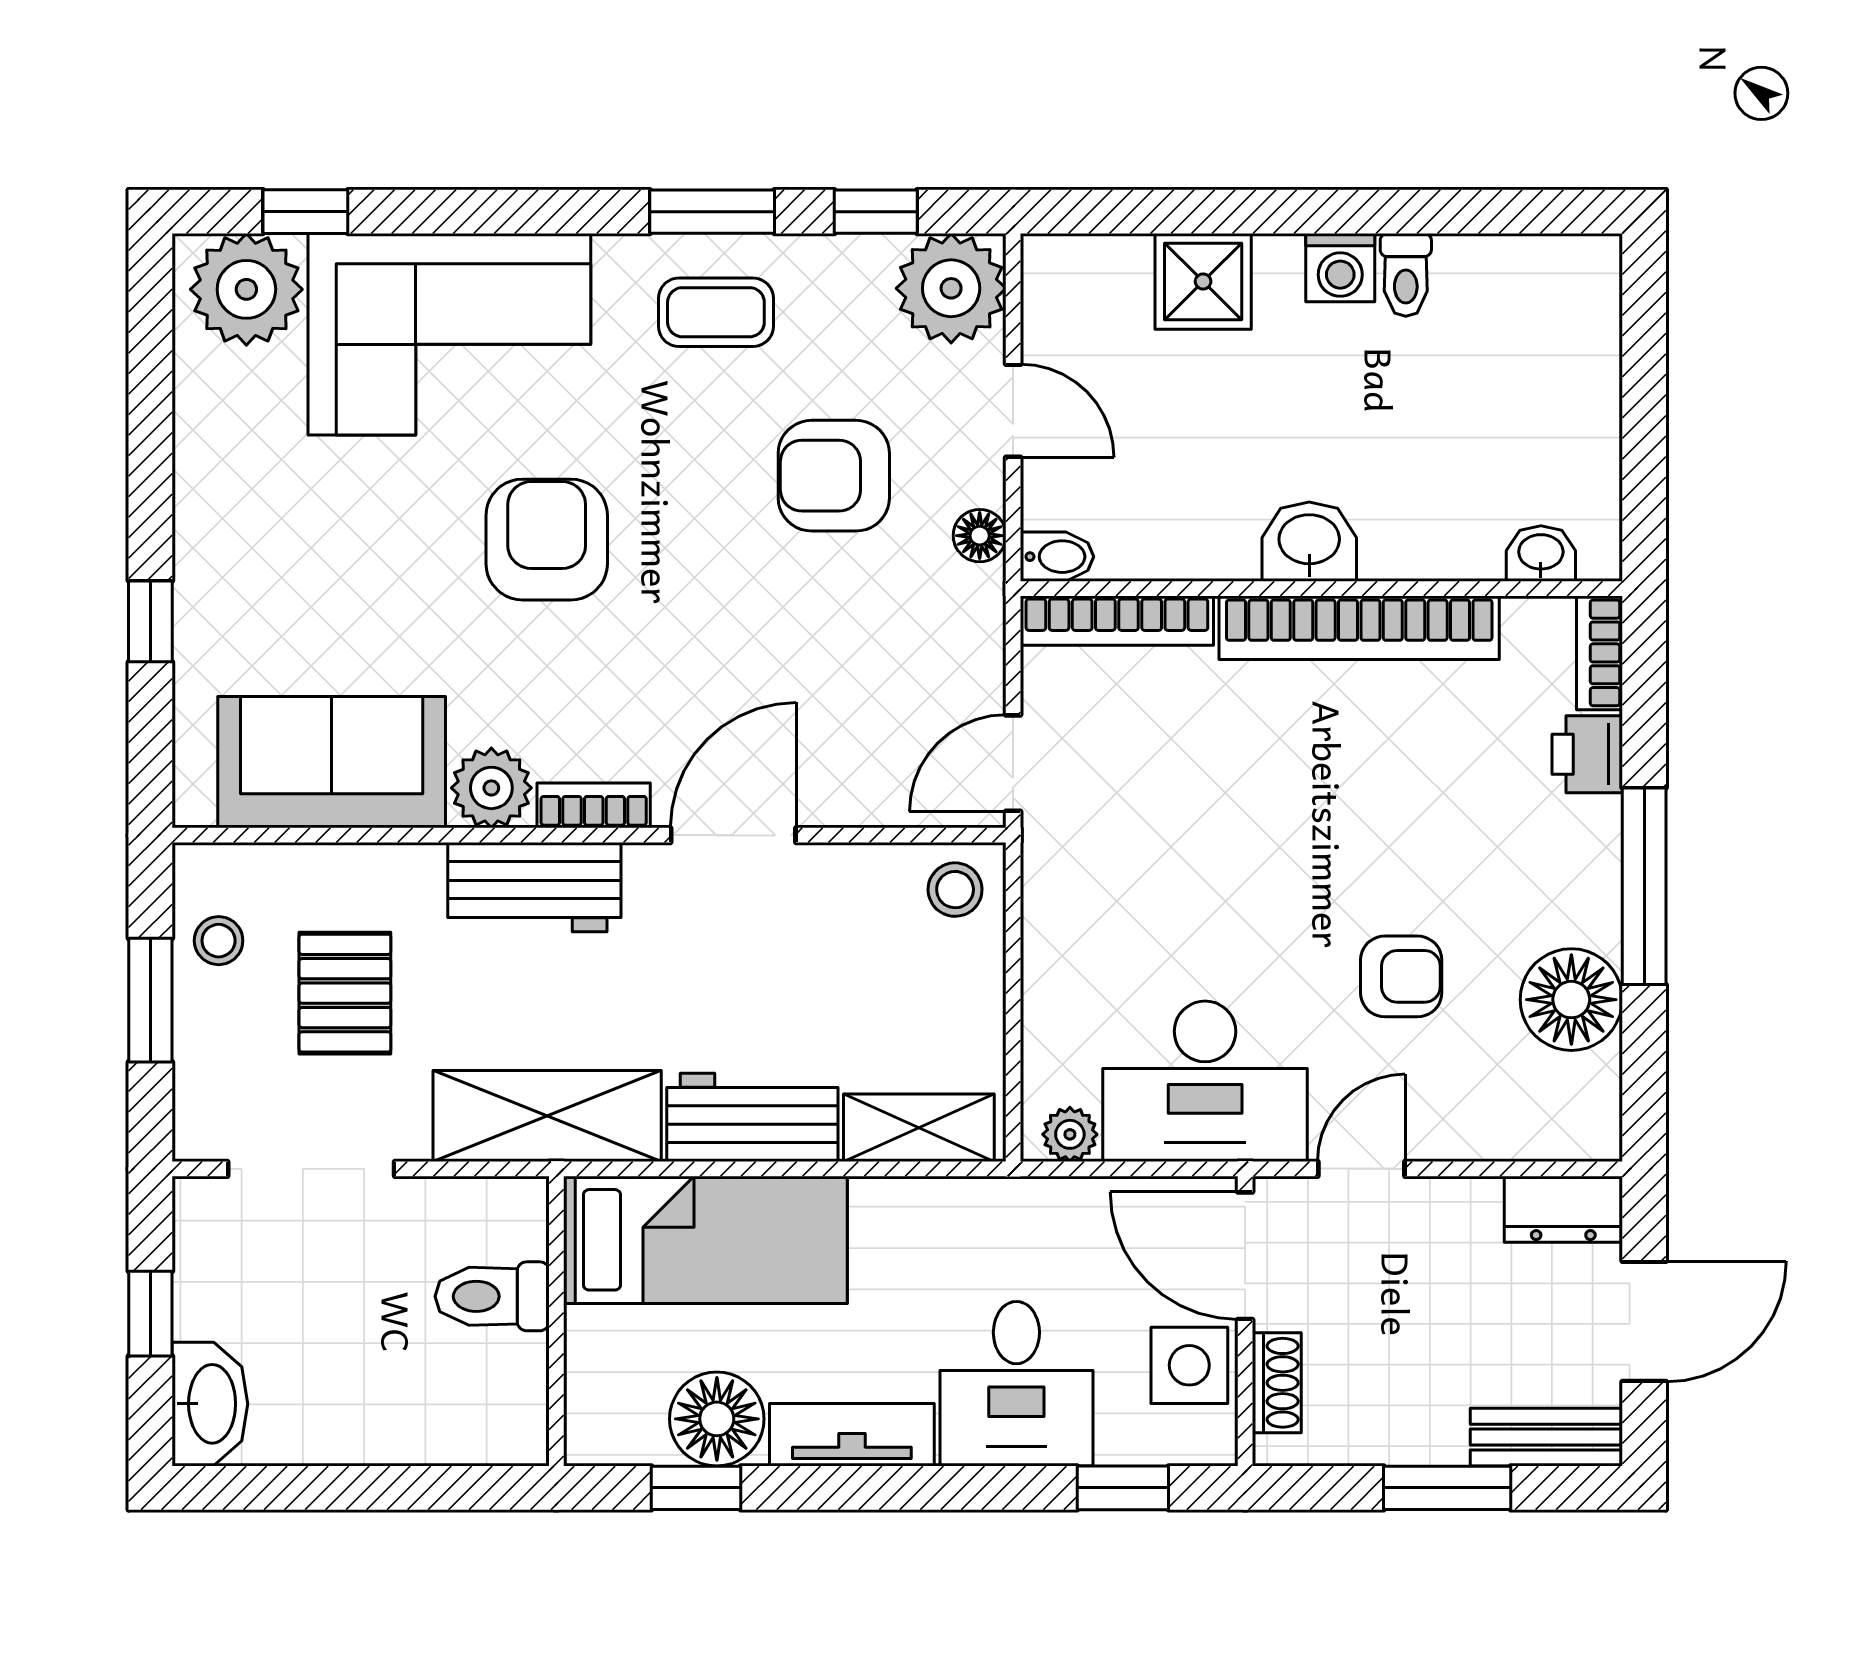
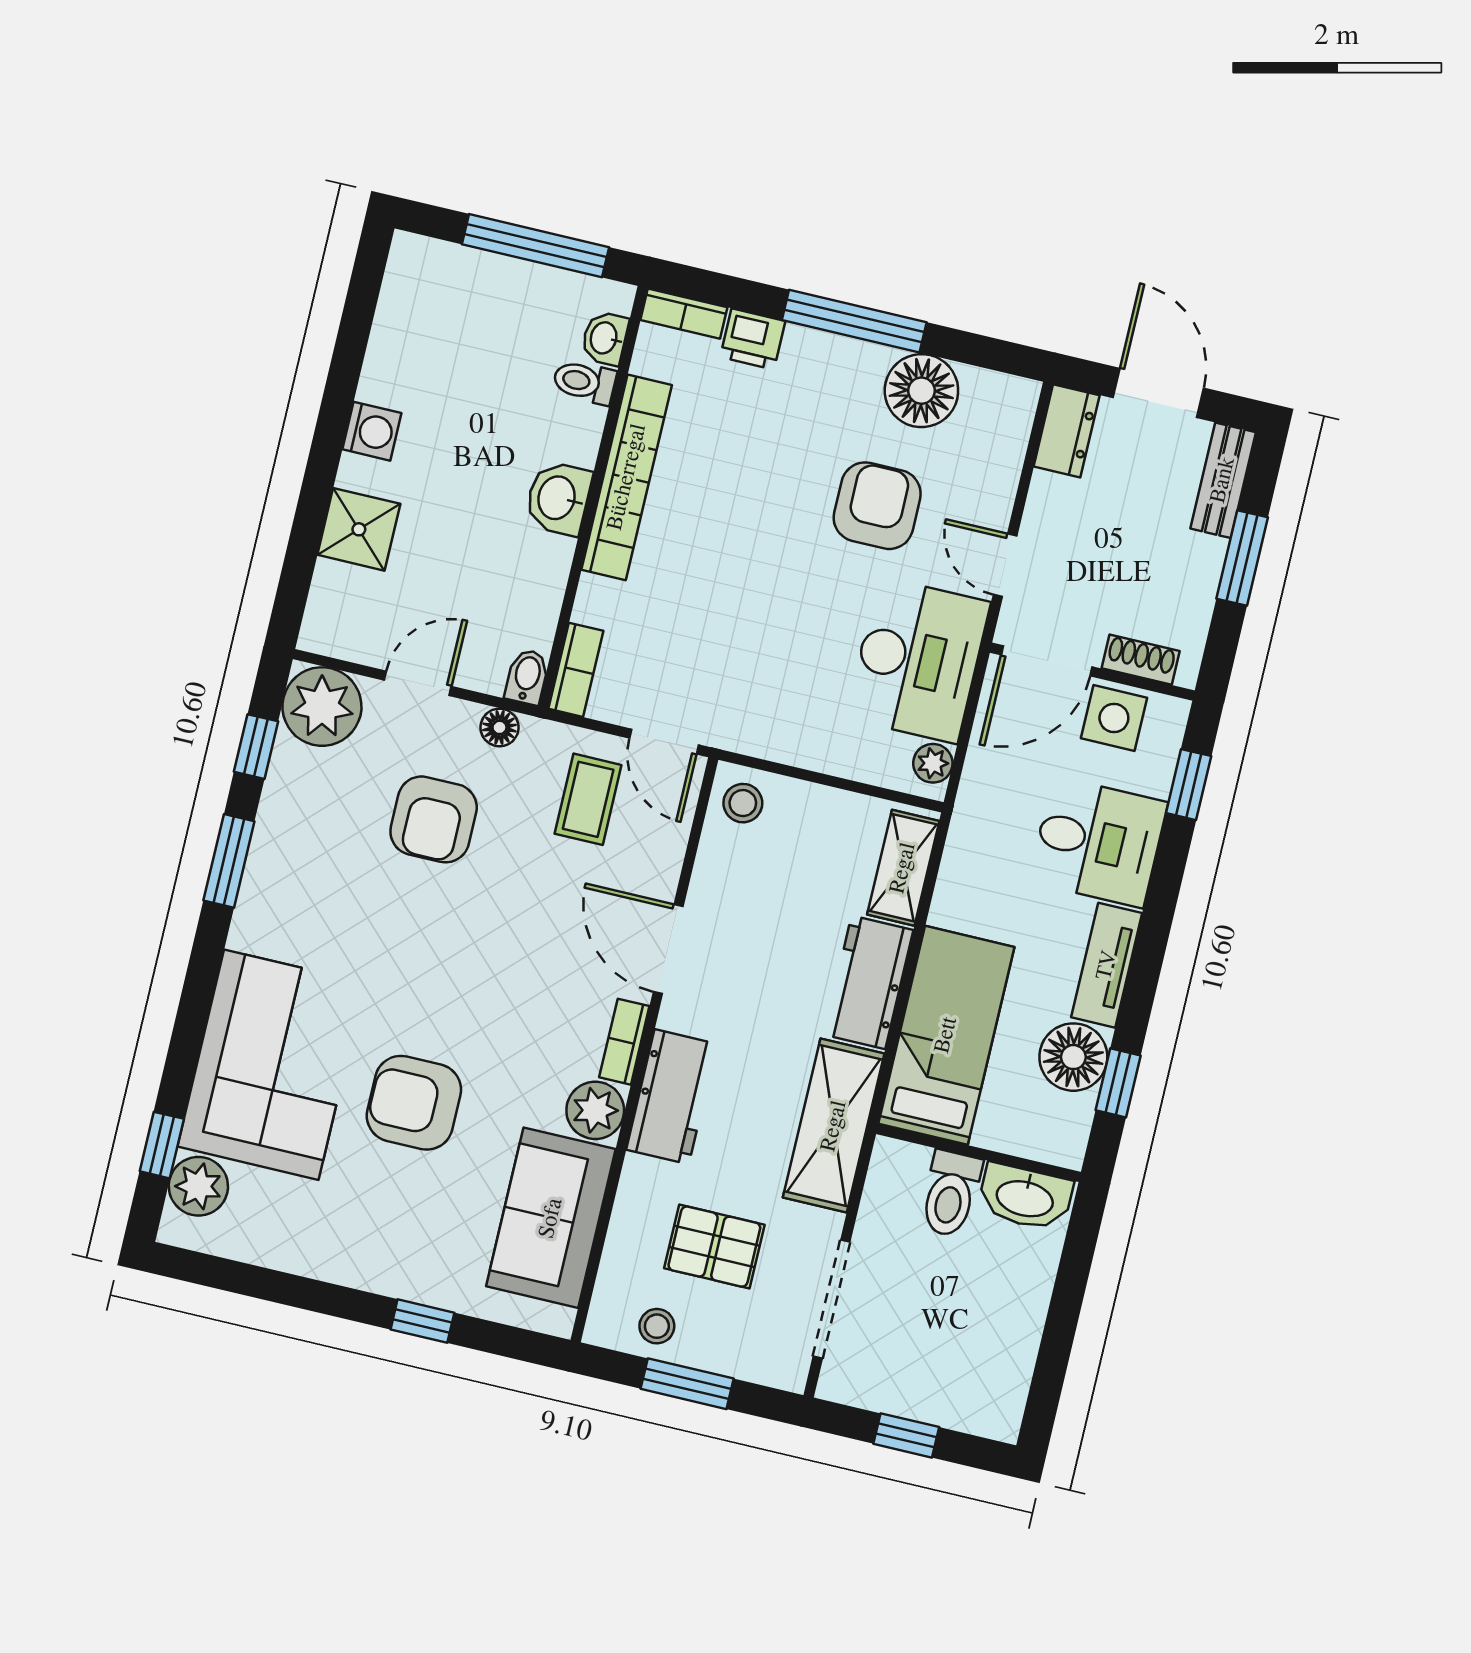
toilet: (1406, 275) -> (584, 382), moved, turned 180
plant: (246, 289) -> (198, 1186), width x0.73, depth x0.73
coffee table: (716, 312) -> (588, 799), moved
window: (1644, 430) -> (535, 246), added
armchair: (547, 540) -> (414, 1103), moved
bookcase: (1117, 621) -> (576, 670), width x0.64
armchair: (1401, 976) -> (877, 506), width x1.38, depth x1.38
washbasin: (210, 1404) -> (1025, 1197), moved, turned 180

